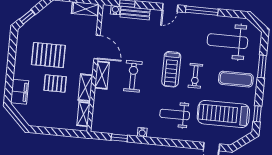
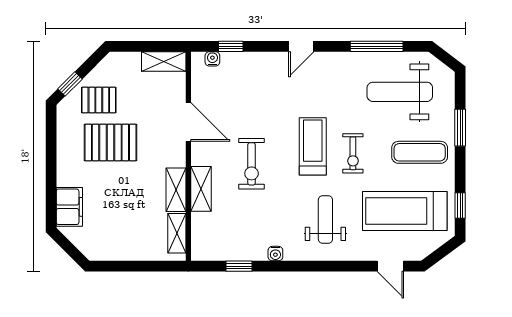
window: (202, 11) -> (377, 46), moved
bench: (135, 13) -> (245, 61), removed
treadmill: (171, 69) -> (313, 146), turned 180
shelving: (102, 75) -> (201, 189), moved
exercise bike: (133, 76) -> (252, 164), turned 180
pallet: (55, 84) -> (99, 100), moved
weight bench: (175, 115) -> (325, 220), turned 90

